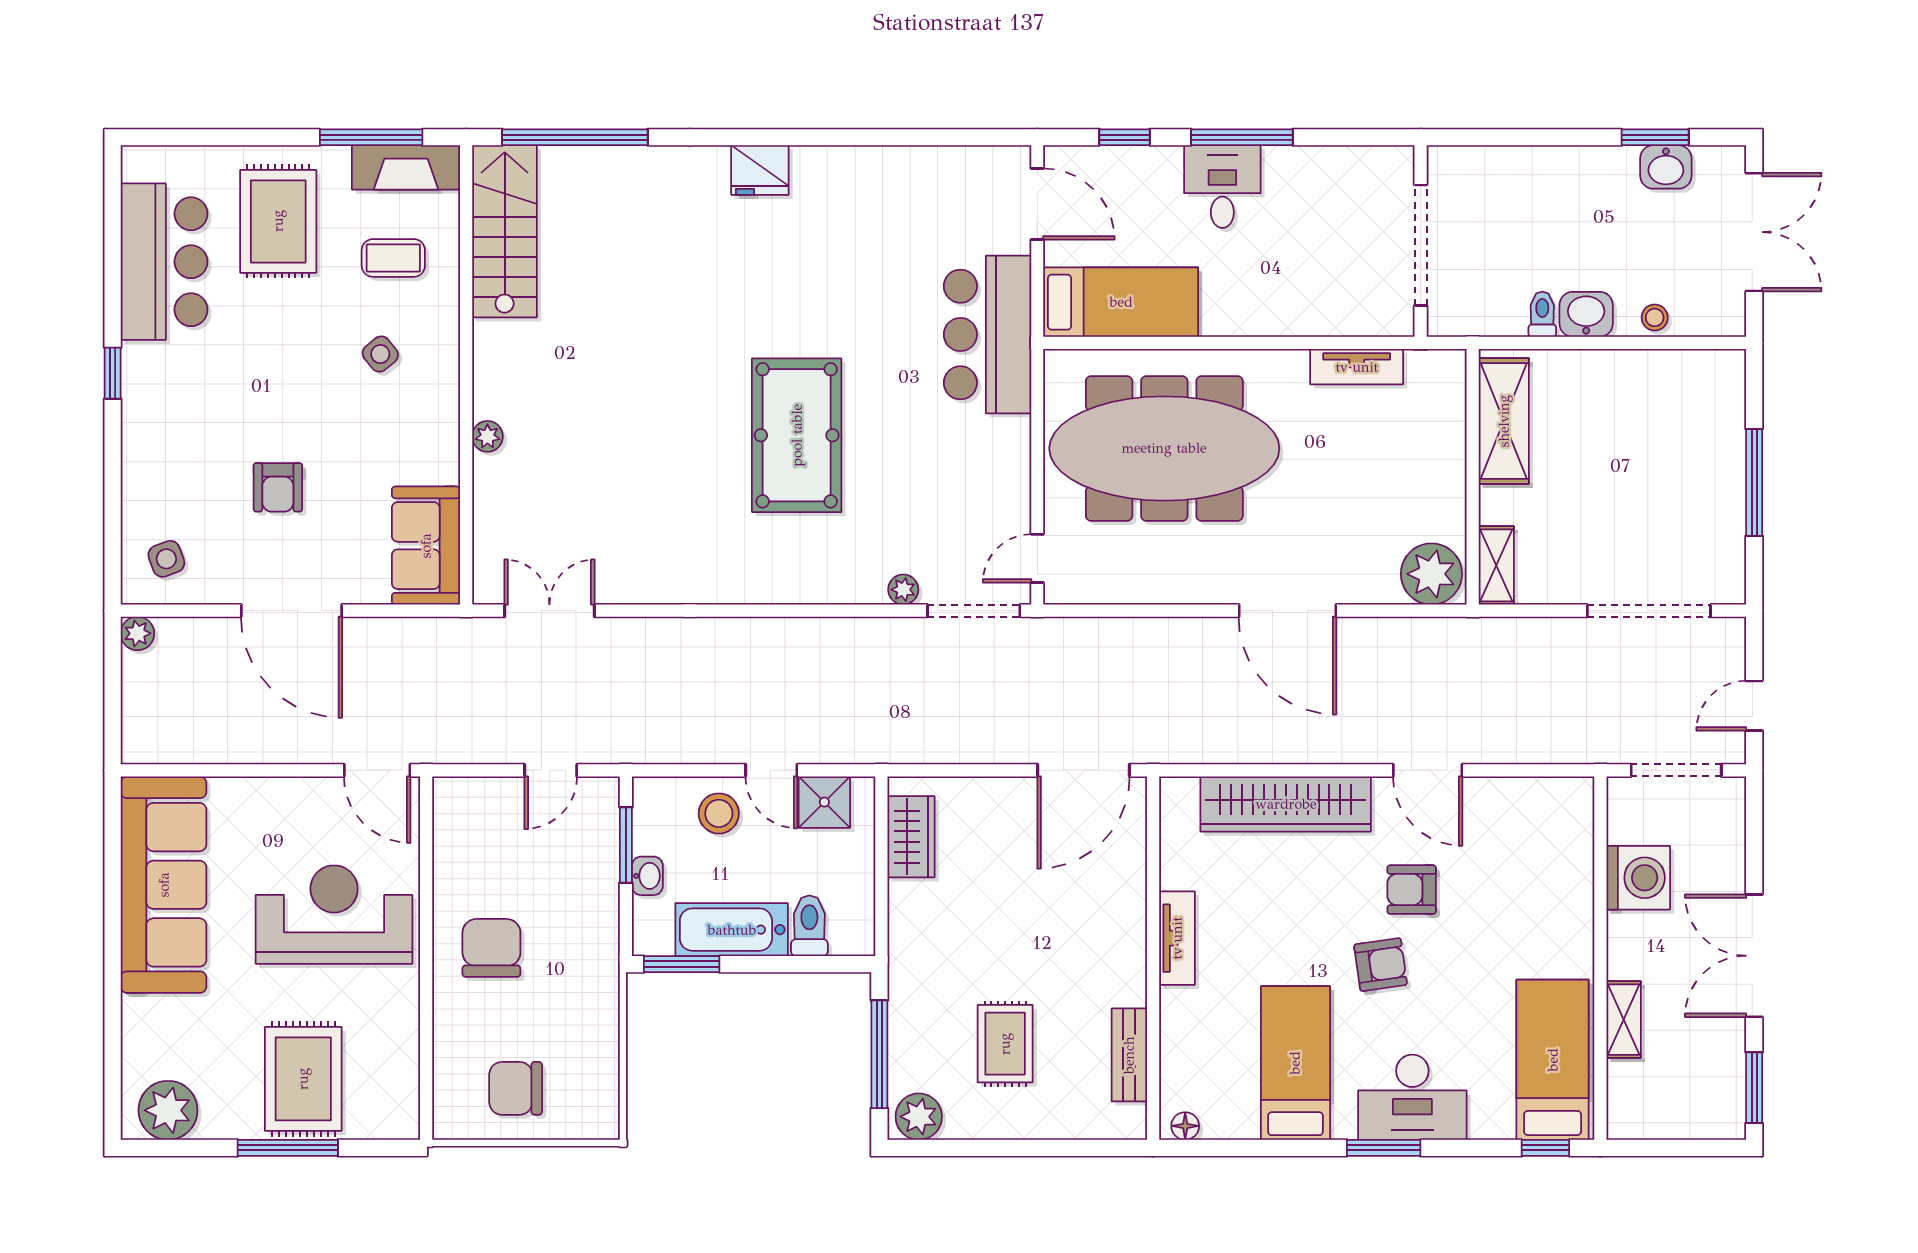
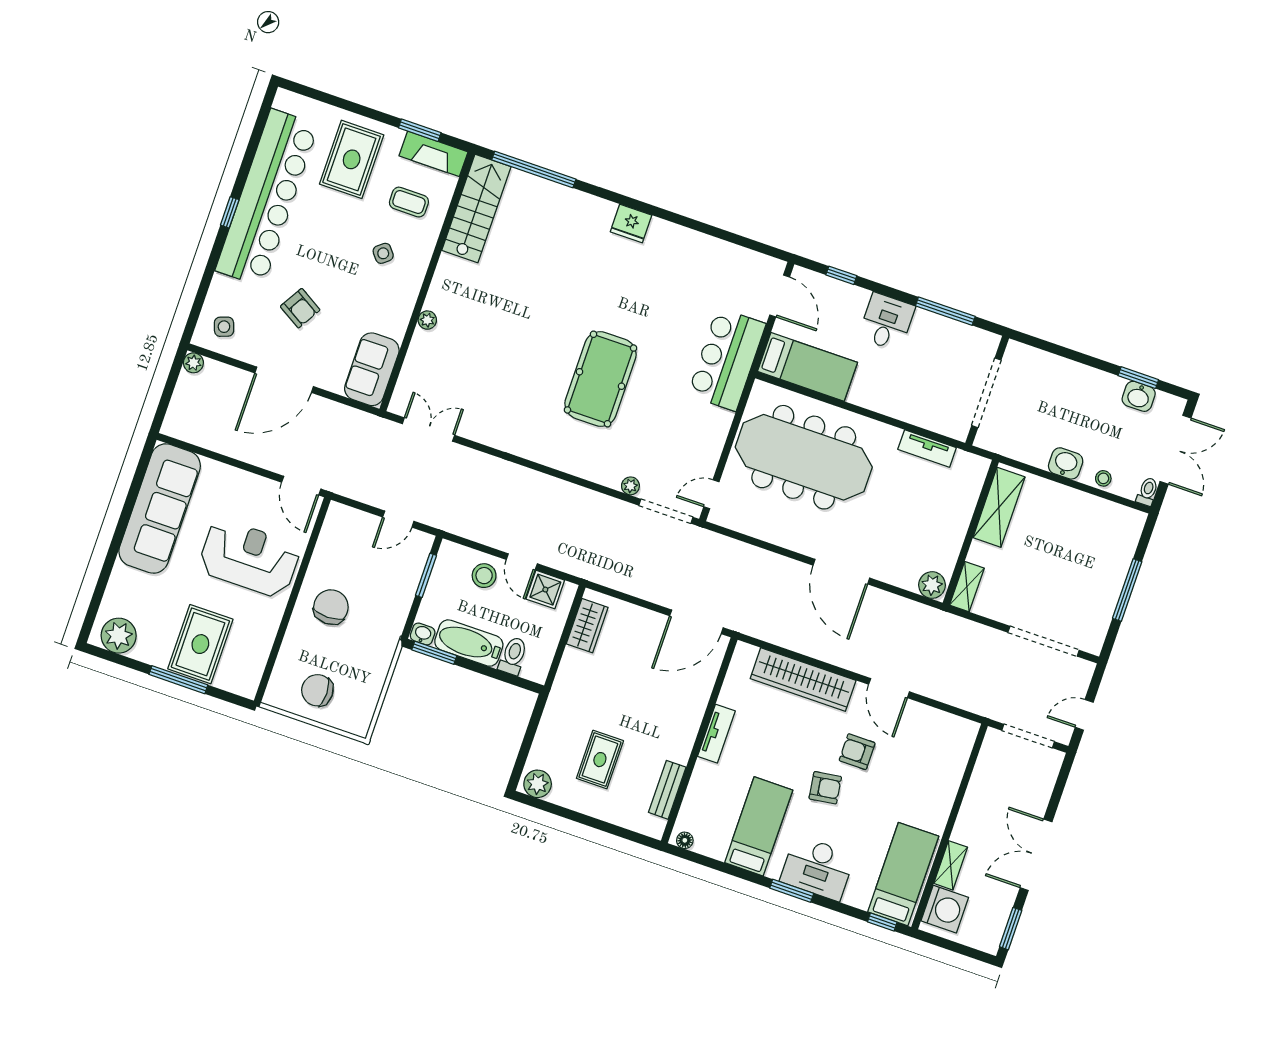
window: (371, 137) -> (420, 130), width x0.69
window: (1242, 137) -> (945, 311), moved
bar counter: (164, 262) -> (267, 198), width x1.86
toilet: (1542, 314) -> (1147, 492), moved
armchair: (278, 487) -> (300, 308), turned -59
plant: (1431, 574) -> (932, 585), width x0.73, depth x0.73
door: (292, 611) -> (284, 380), hinge flipped
washbasin: (647, 876) -> (423, 634), moved, turned -90
washing machine: (1638, 878) -> (945, 909), moved
window: (879, 1054) -> (528, 741), removed

